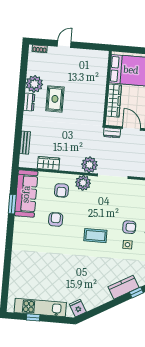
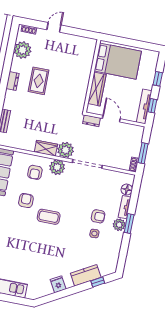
plant: (34, 84) -> (23, 50), moved
wardrobe: (48, 163) -> (46, 148), moved
coffee table: (95, 236) -> (49, 217), moved
fridge: (78, 308) -> (58, 284), moved

